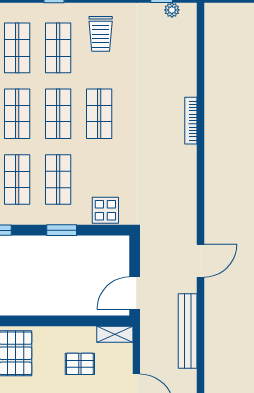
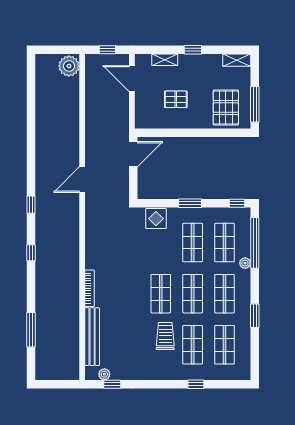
trolley: (101, 34) -> (165, 336), moved
bench: (188, 331) -> (92, 337), moved
shelving: (115, 334) -> (149, 122), removed

